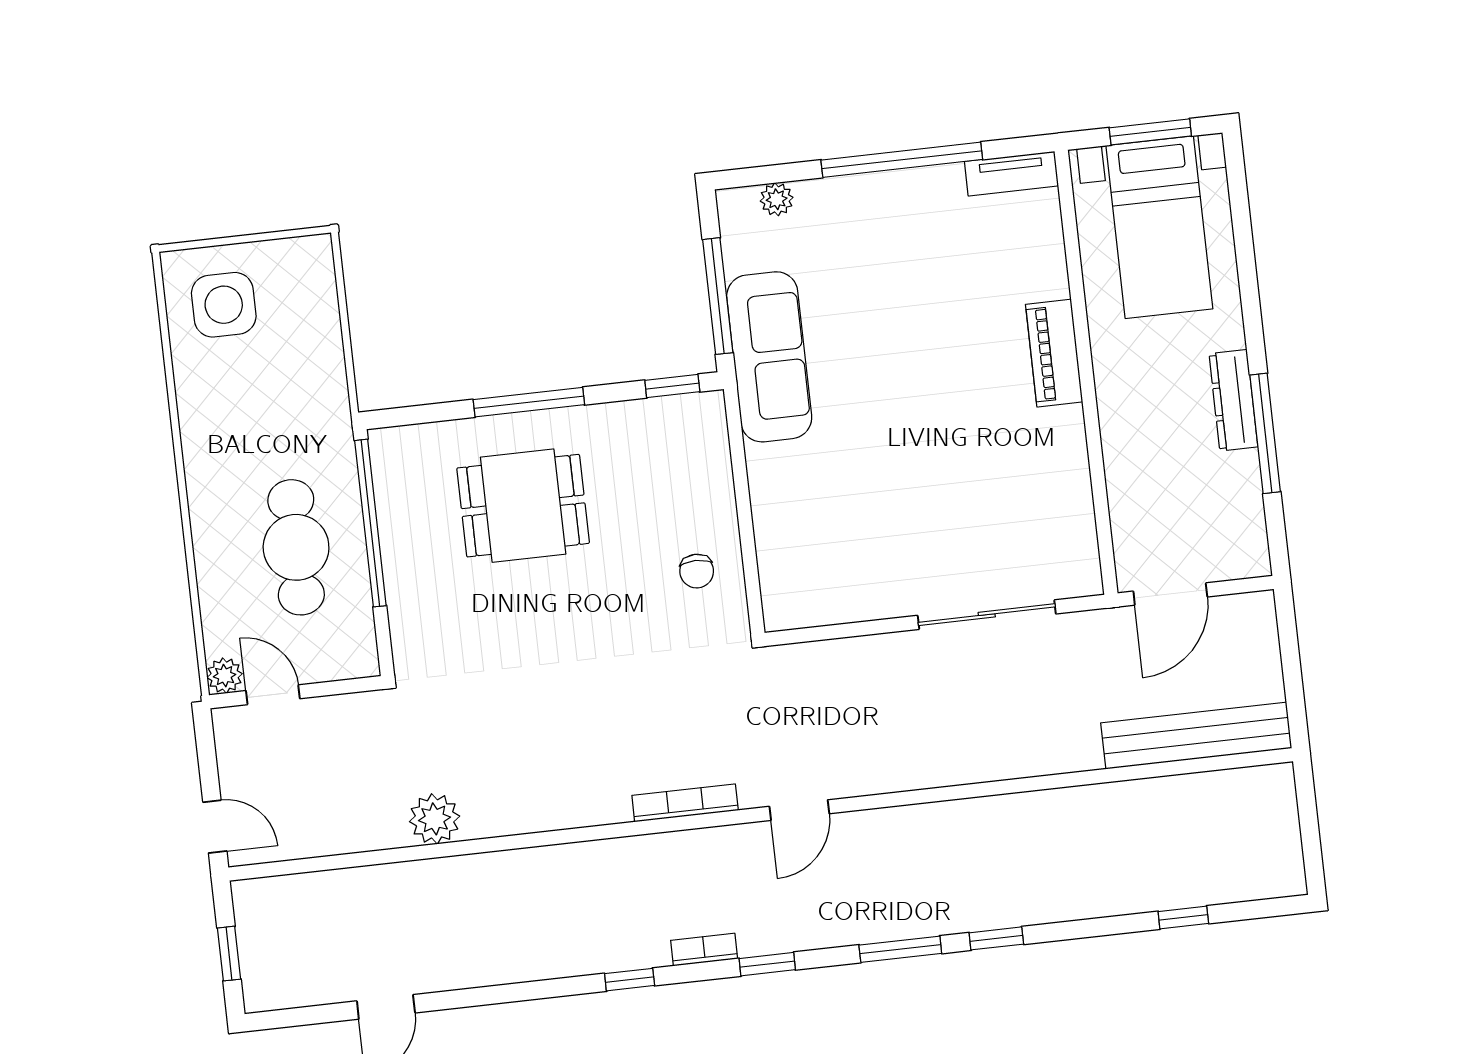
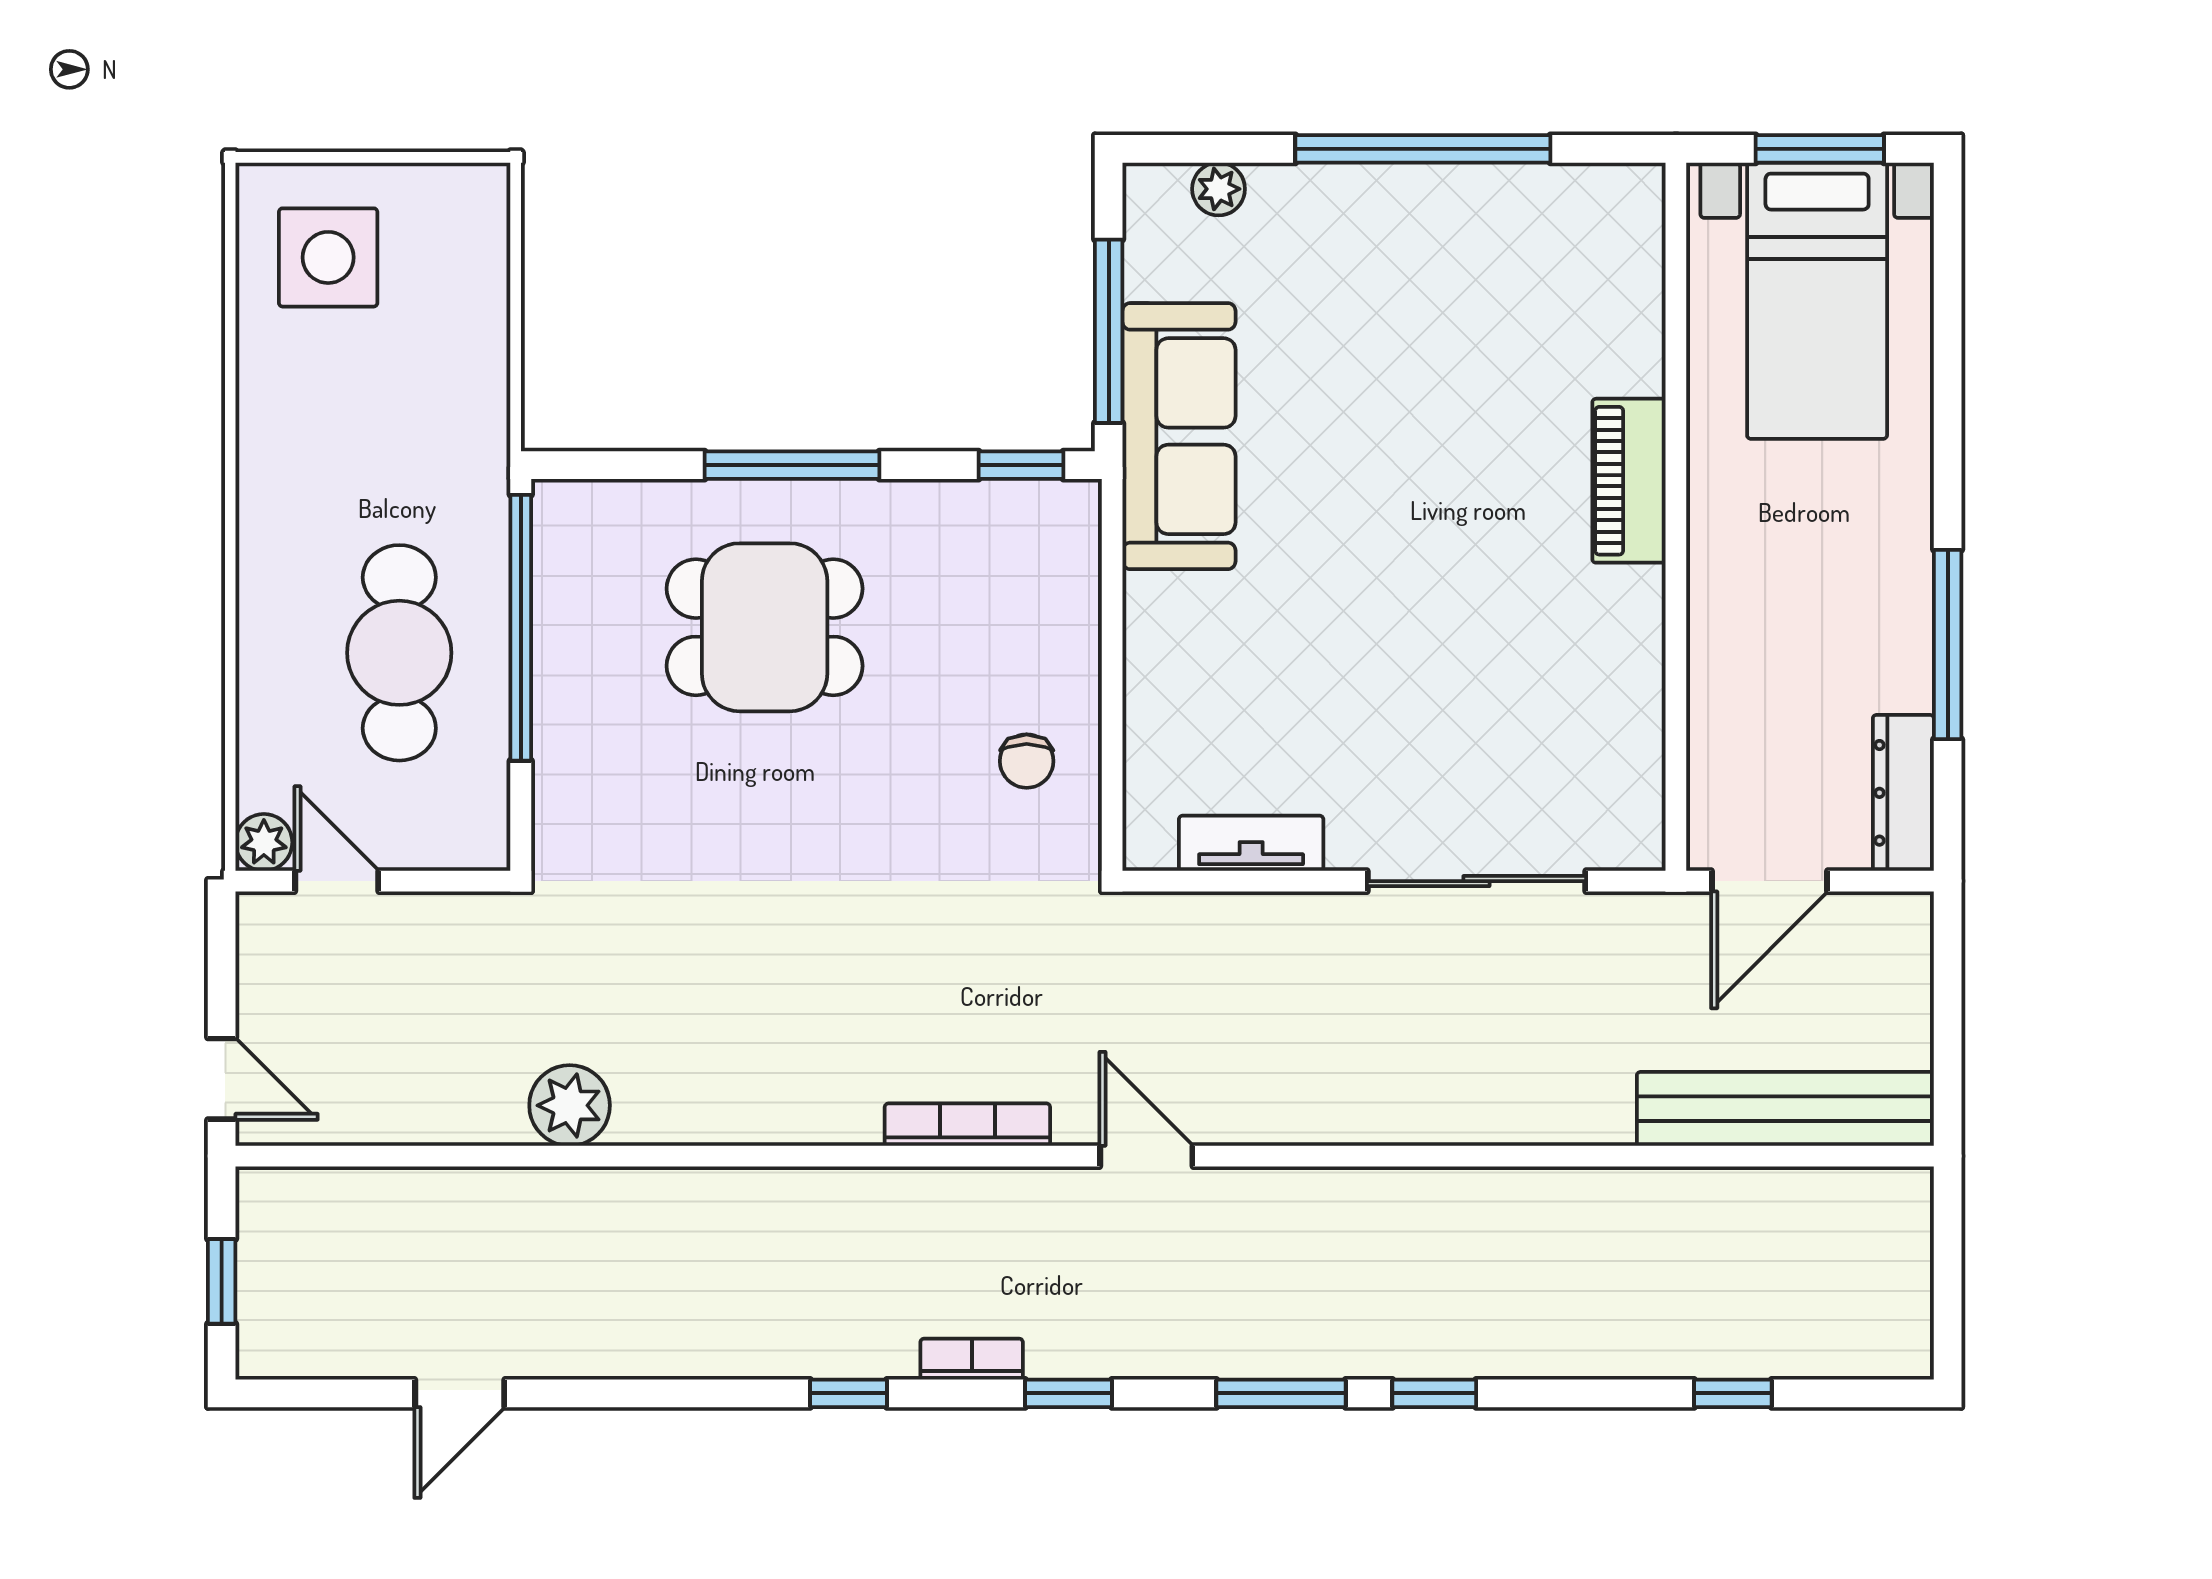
tv unit: (1011, 174) -> (1251, 843), moved, turned 180
dresser: (1233, 400) -> (1903, 793), moved
door: (799, 810) -> (1146, 1156), swing flipped

